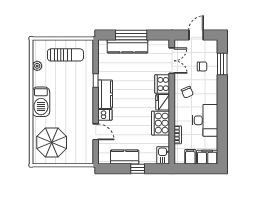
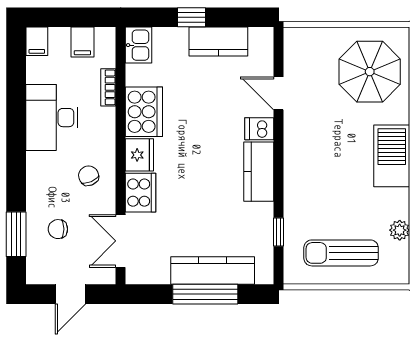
window: (96, 80) -> (279, 232), moved
filing cabinet: (207, 157) -> (37, 41), width x0.50

